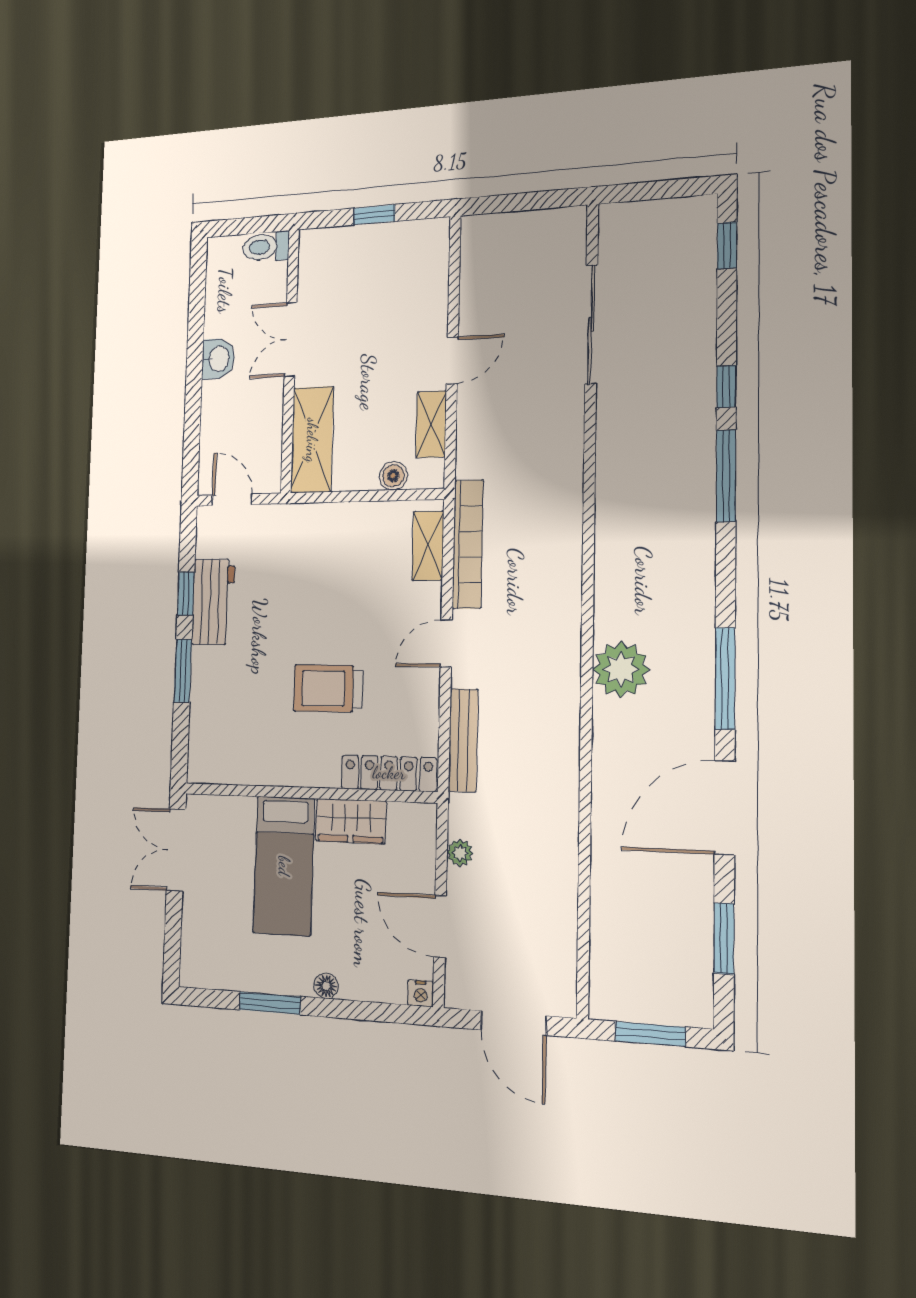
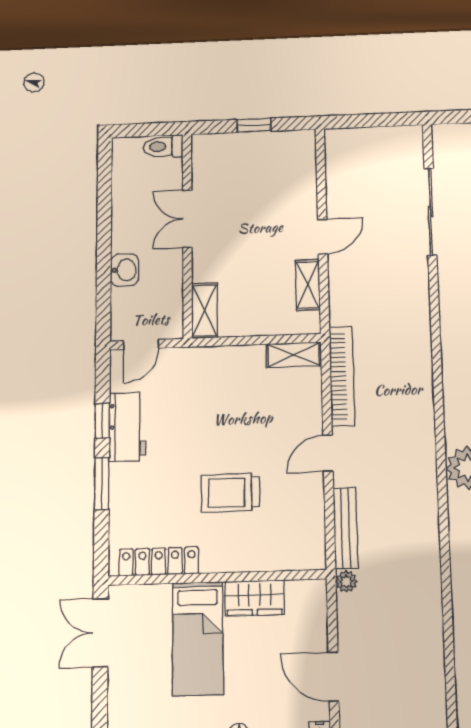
washbasin: (218, 359) -> (125, 270), moved
shelving: (312, 440) -> (205, 311), width x0.67, depth x0.75
boiler: (393, 476) -> (278, 324), removed
door: (232, 500) -> (141, 344), swing flipped
shelving: (428, 546) -> (294, 355), moved, turned 90
locker: (389, 773) -> (159, 561), moved
plant: (460, 853) -> (346, 581), moved

